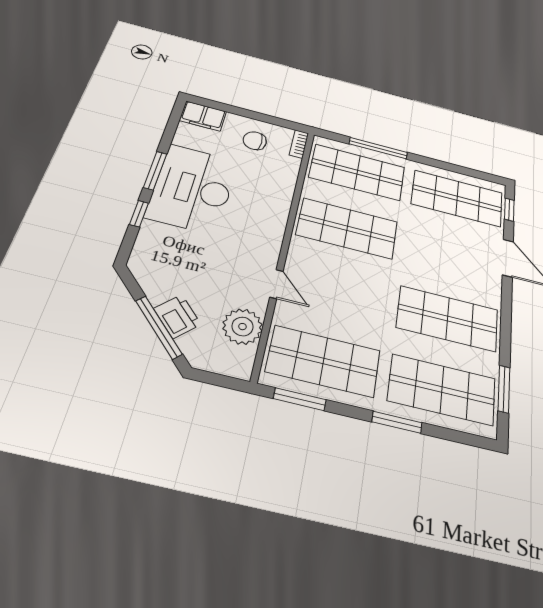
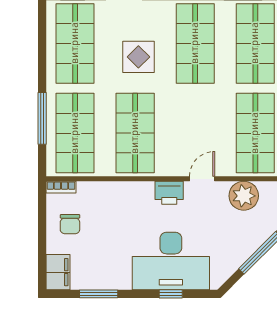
window: (155, 171) -> (99, 294), moved
desk: (193, 189) -> (171, 261), moved
display table: (437, 255) -> (138, 57), added
printer: (177, 316) -> (169, 193), moved, turned -135

